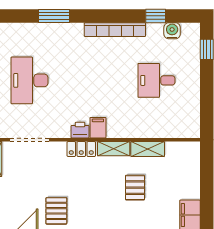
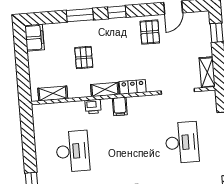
desk: (156, 80) -> (73, 151), width x1.37
printer: (80, 130) -> (93, 107), moved
shelving: (148, 149) -> (53, 93), moved

